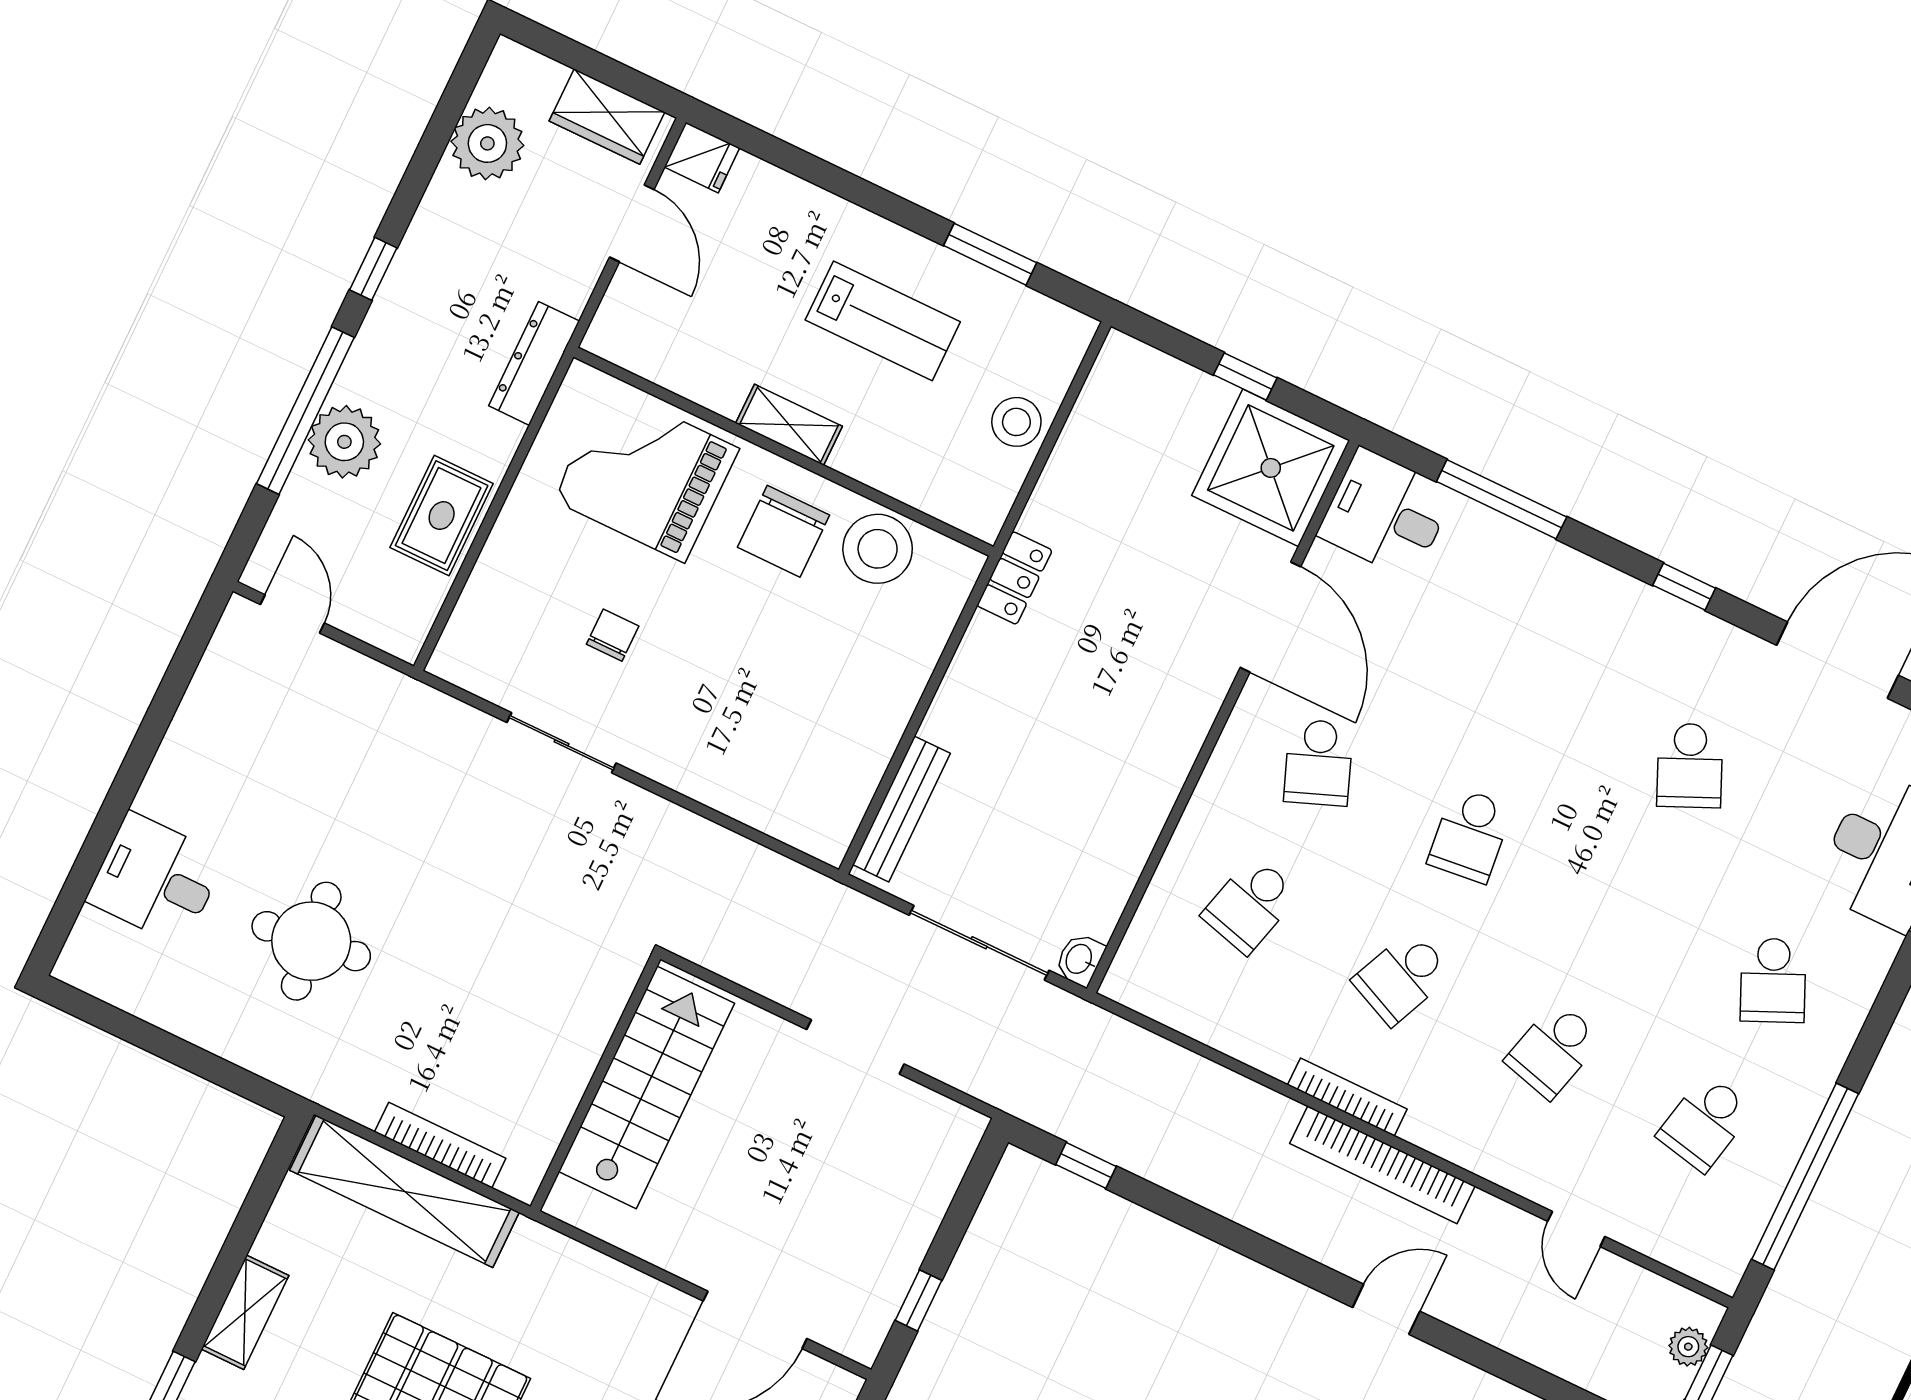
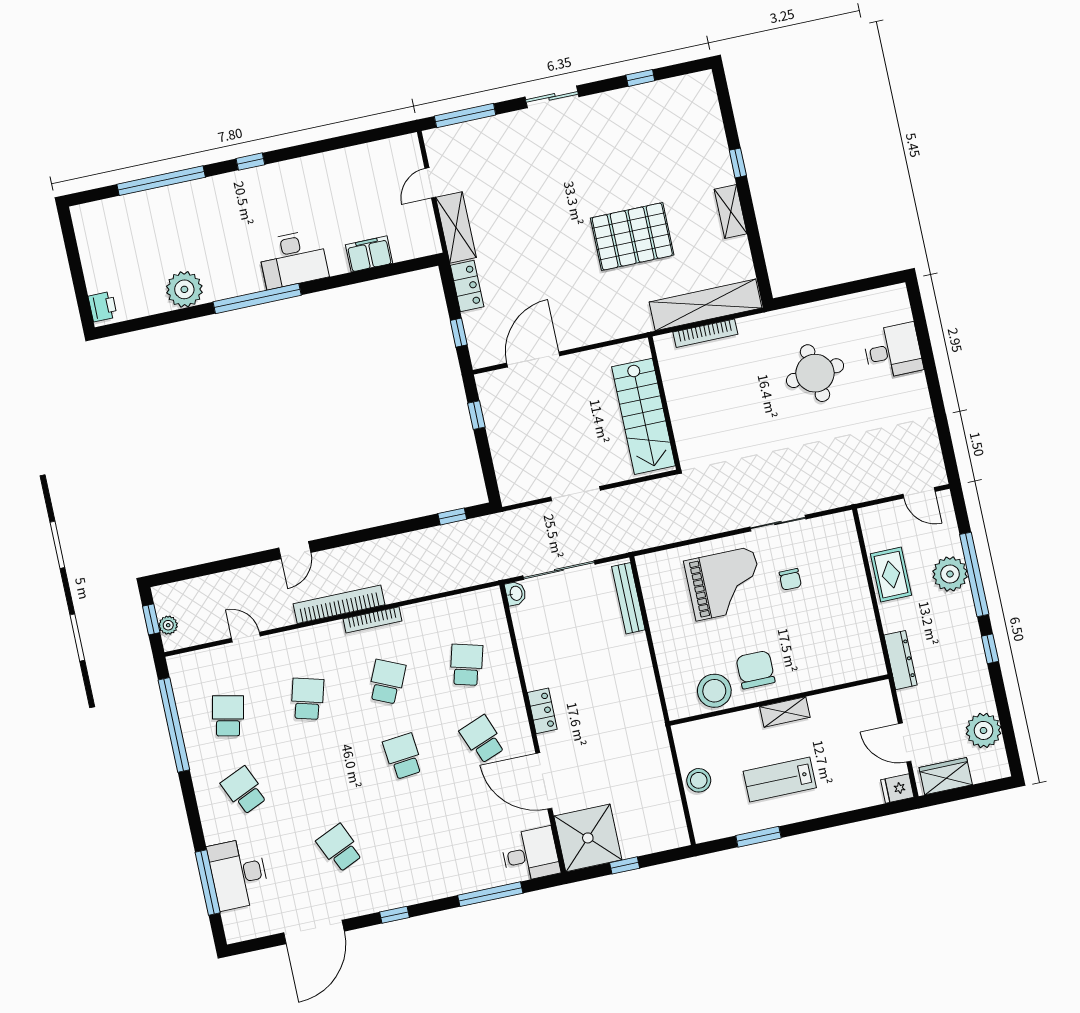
grand piano: (646, 474) -> (725, 584), moved
locker: (1014, 578) -> (542, 711), moved, turned 180

